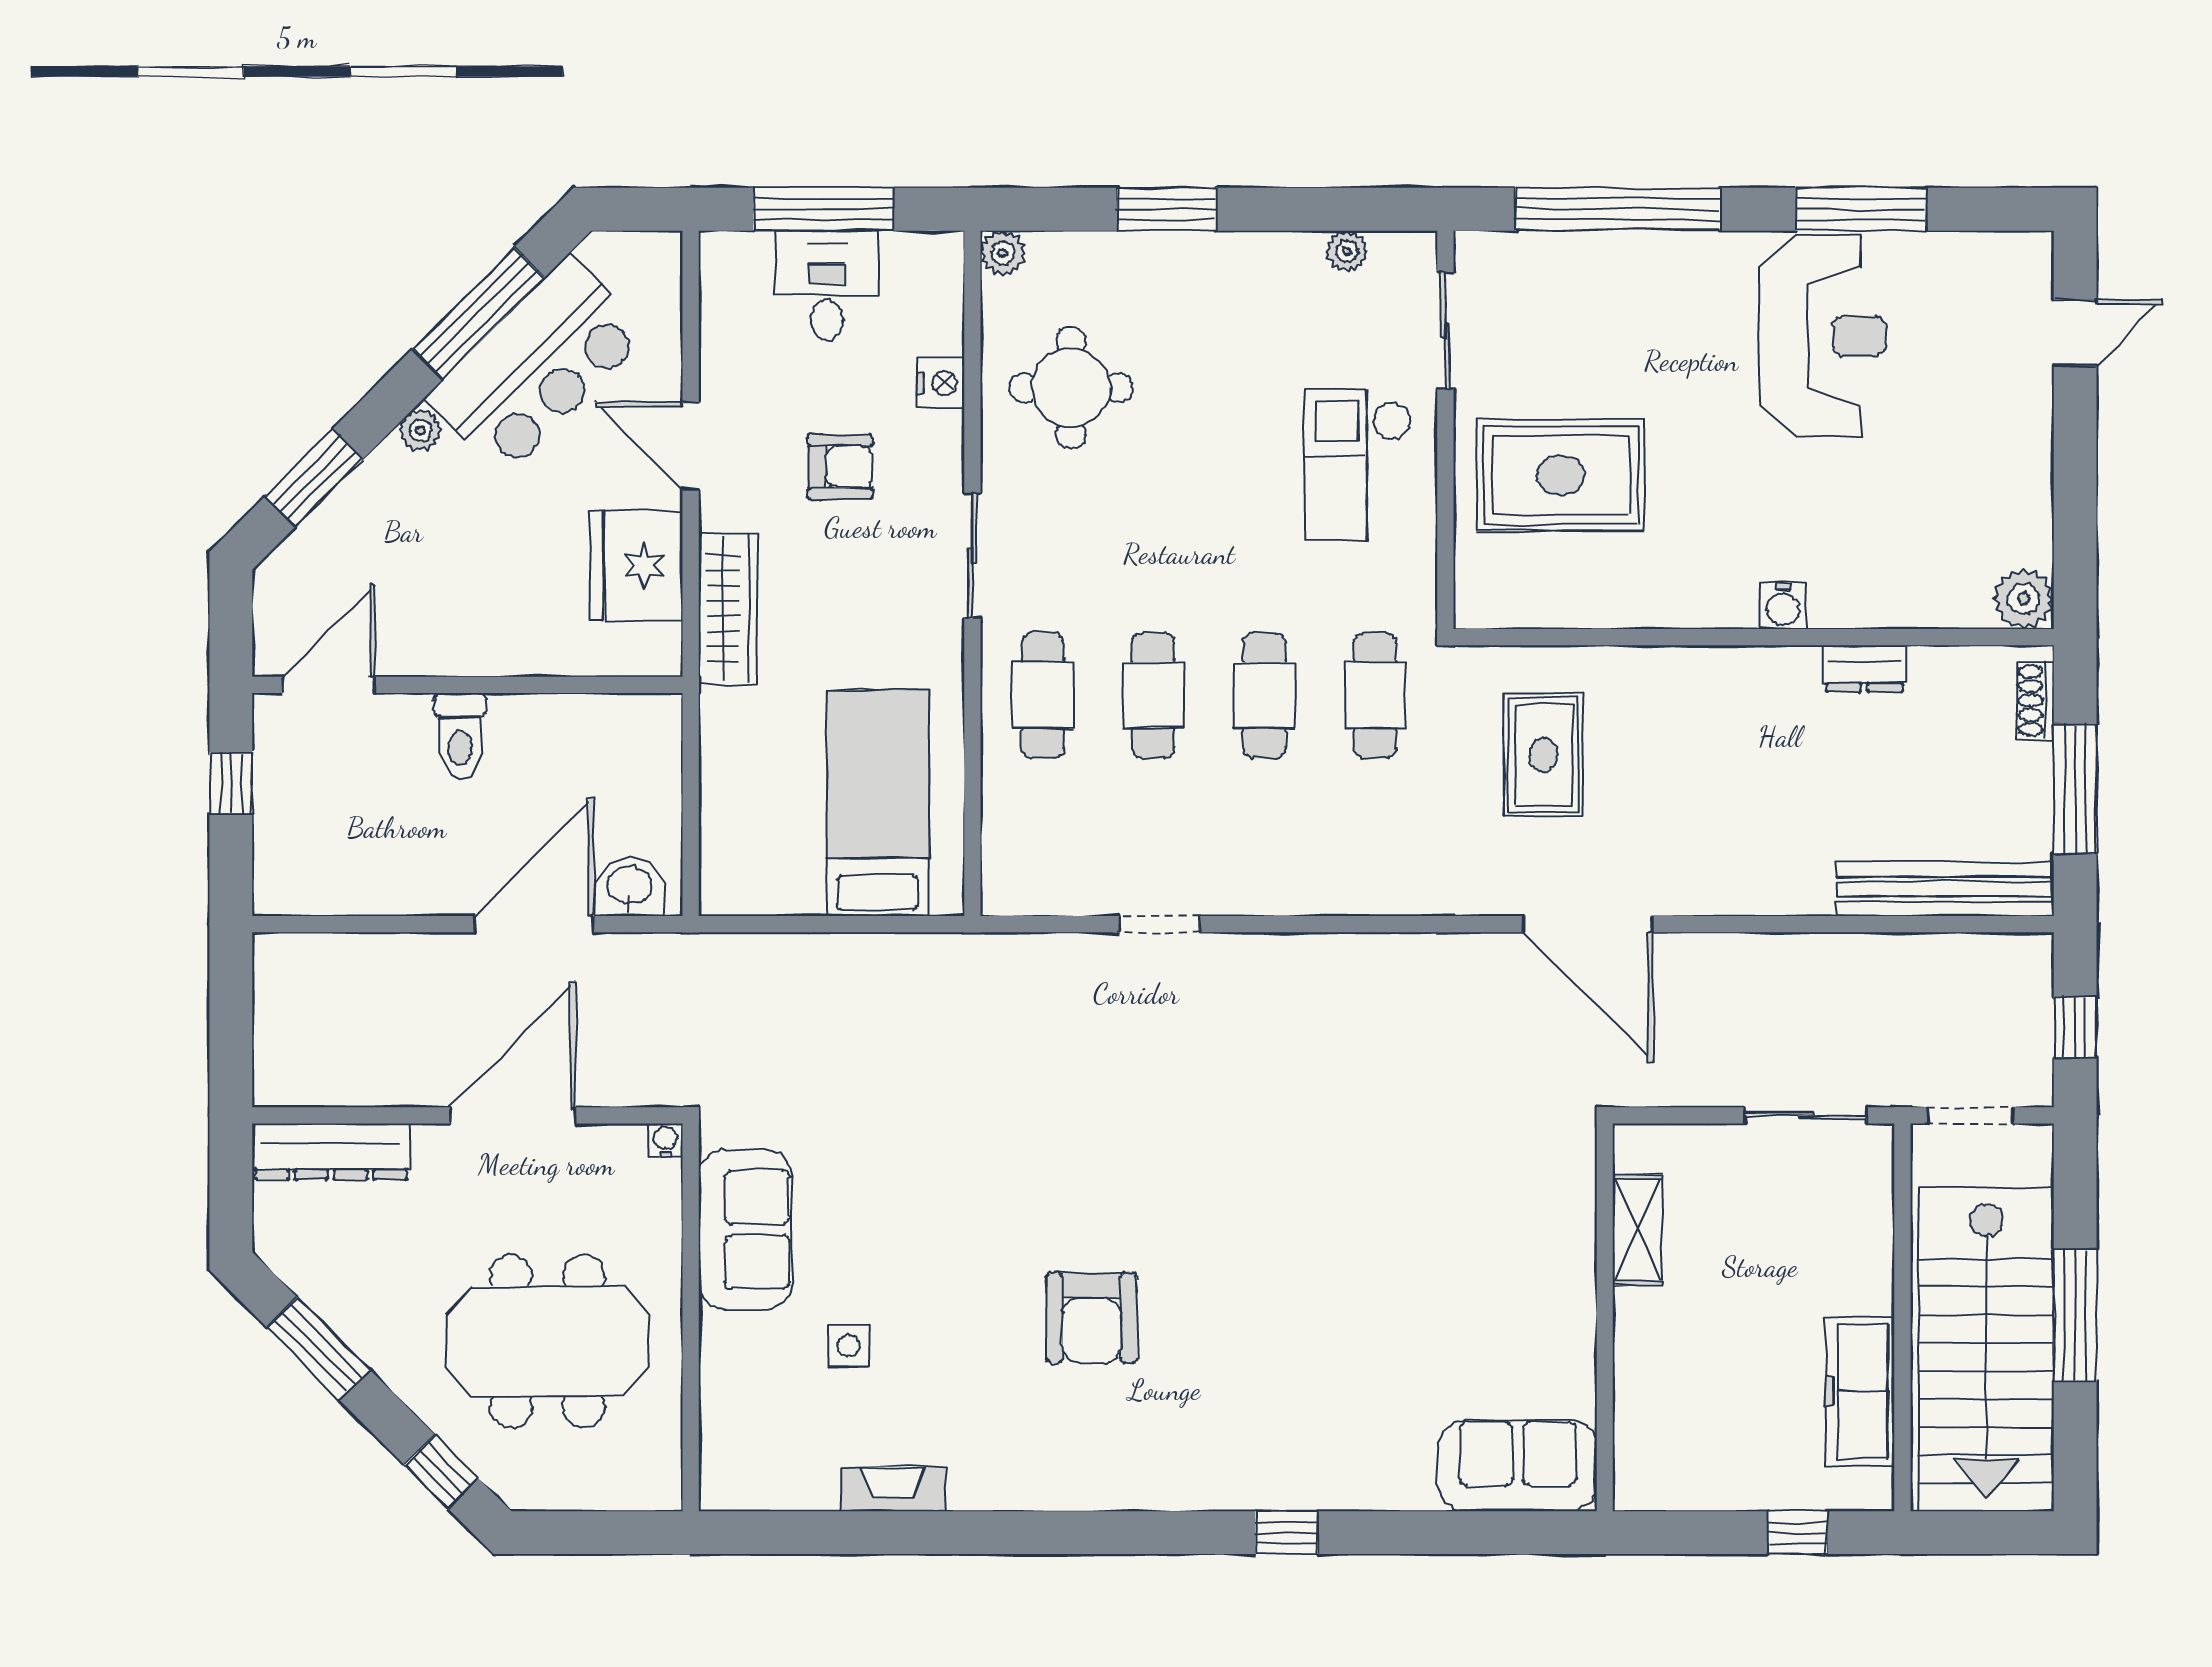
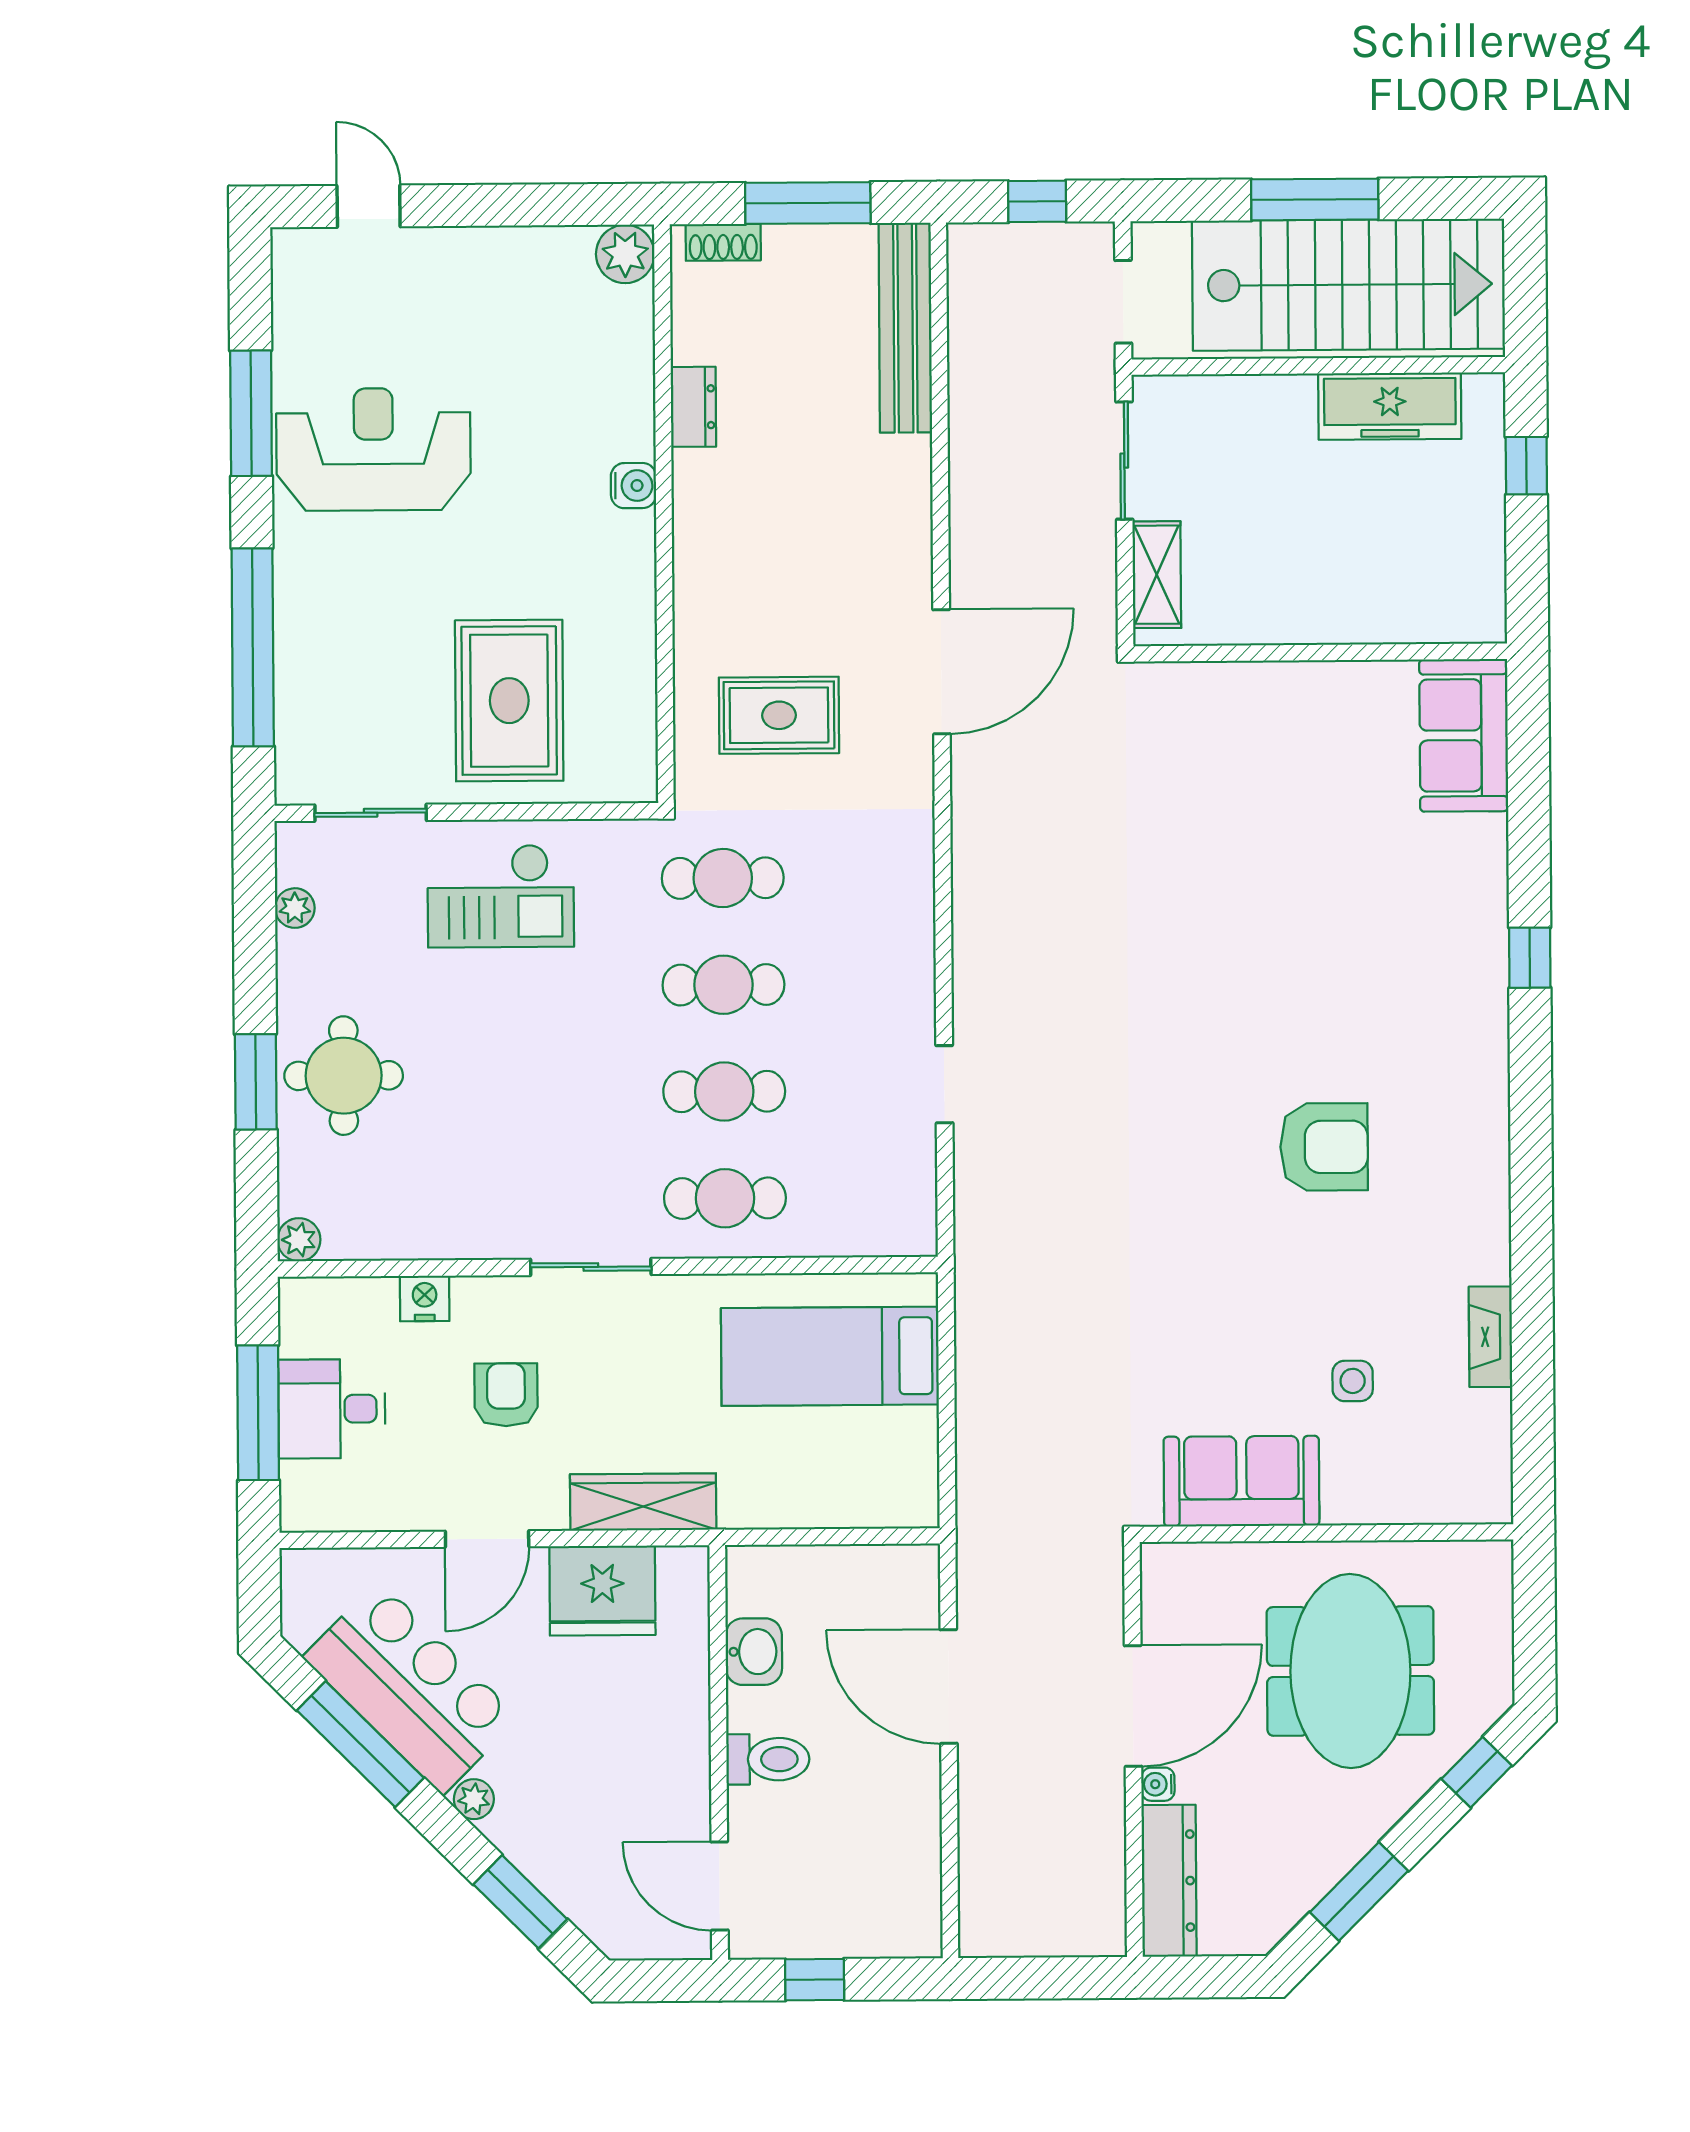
round table: (1071, 388) -> (344, 1076), moved
washbasin: (630, 887) -> (754, 1652), moved, turned 180
door: (513, 1115) -> (1133, 1706), swing flipped
water cooler: (665, 1141) -> (1158, 1784), moved
shelving: (1638, 1230) -> (1157, 575), moved, turned 90

